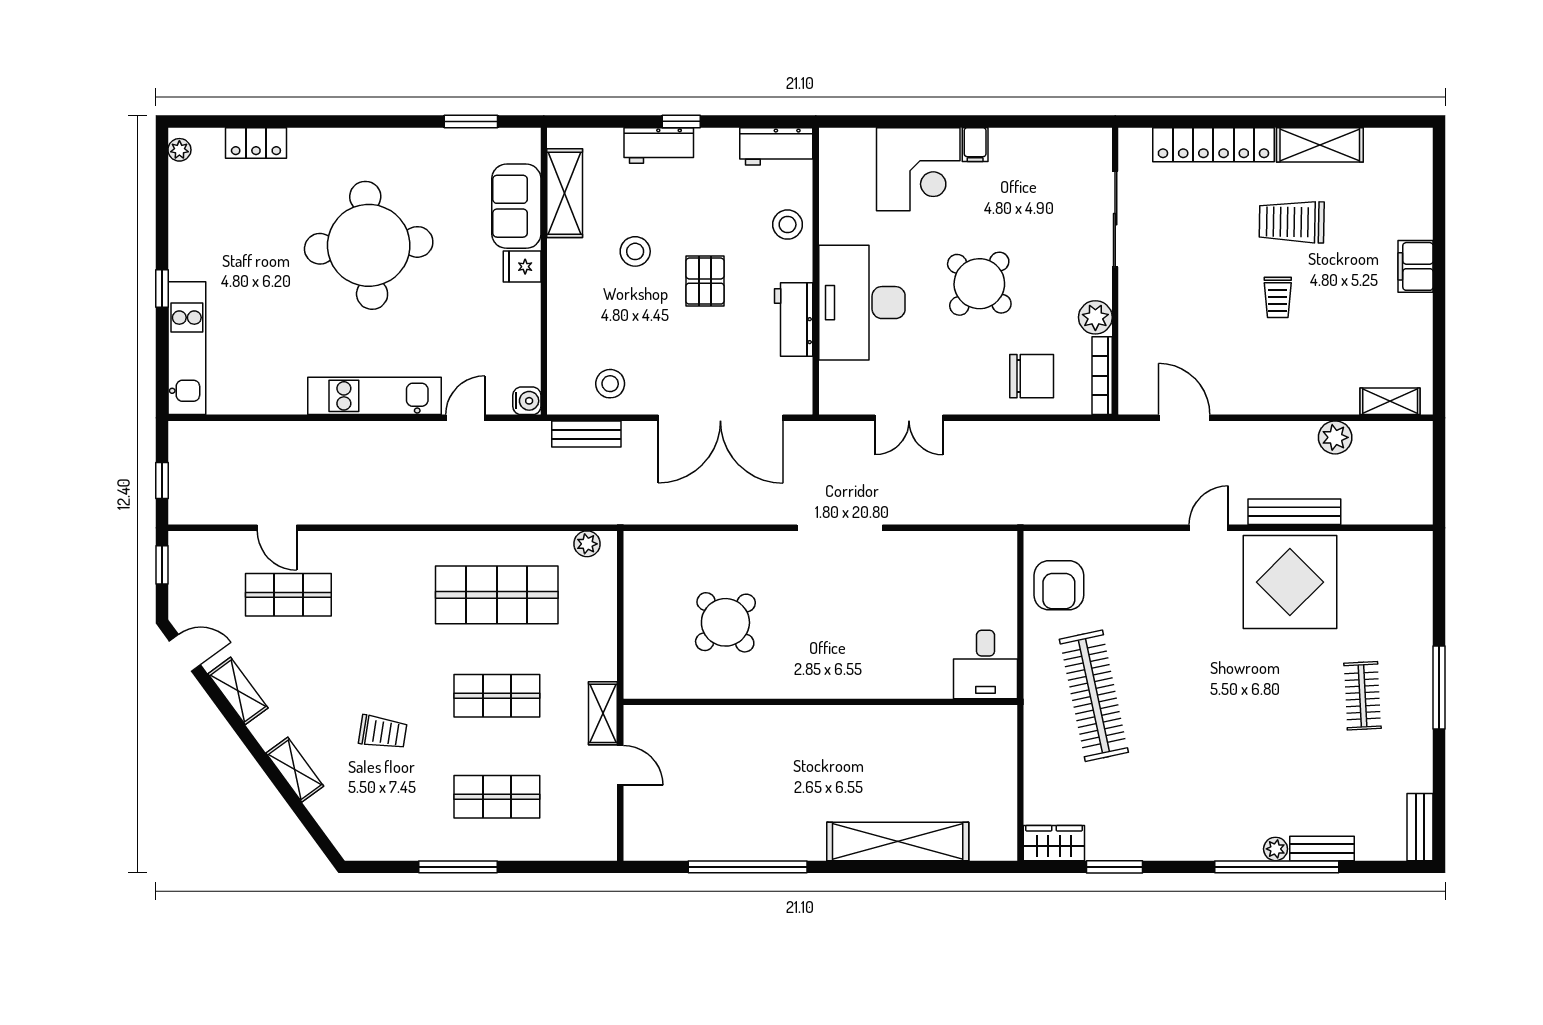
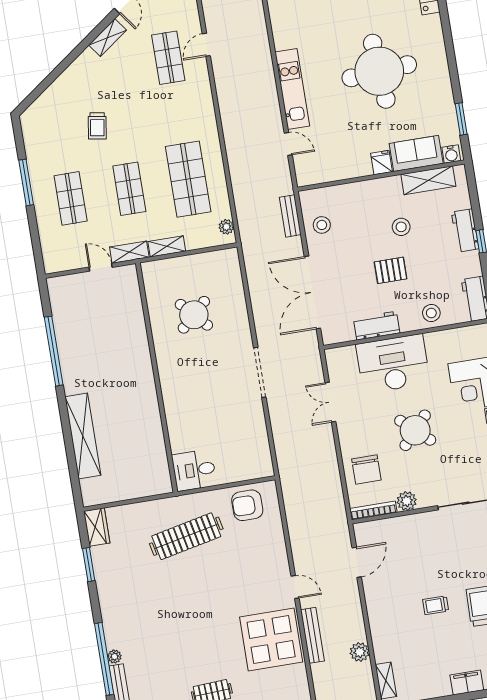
water cooler: (527, 401) -> (451, 154), moved
door: (620, 765) -> (101, 267), swing flipped
shelving: (295, 770) -> (167, 246), moved, turned 36

